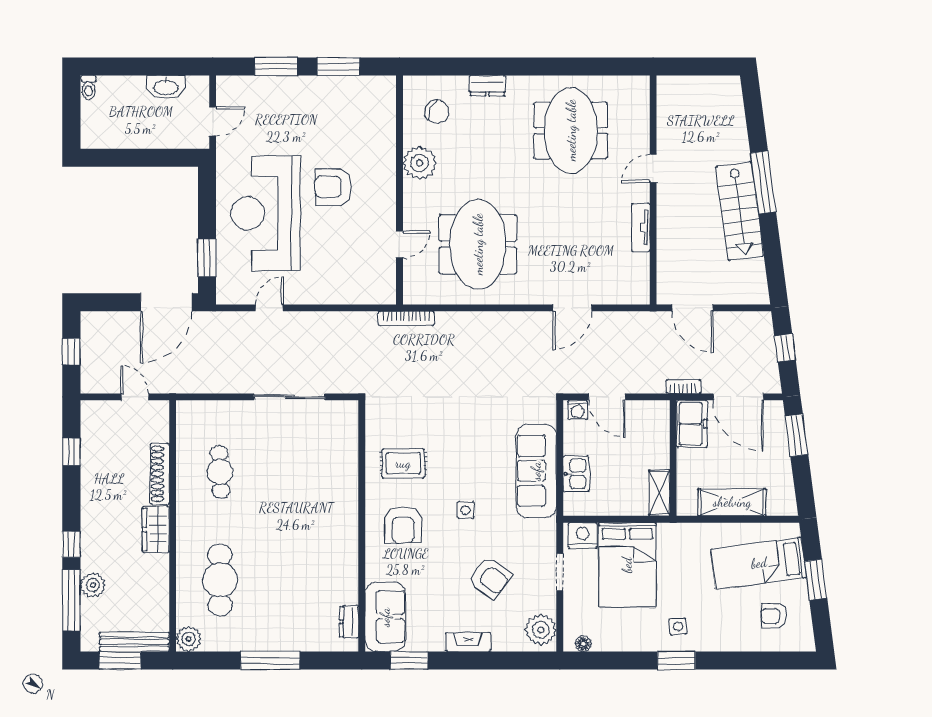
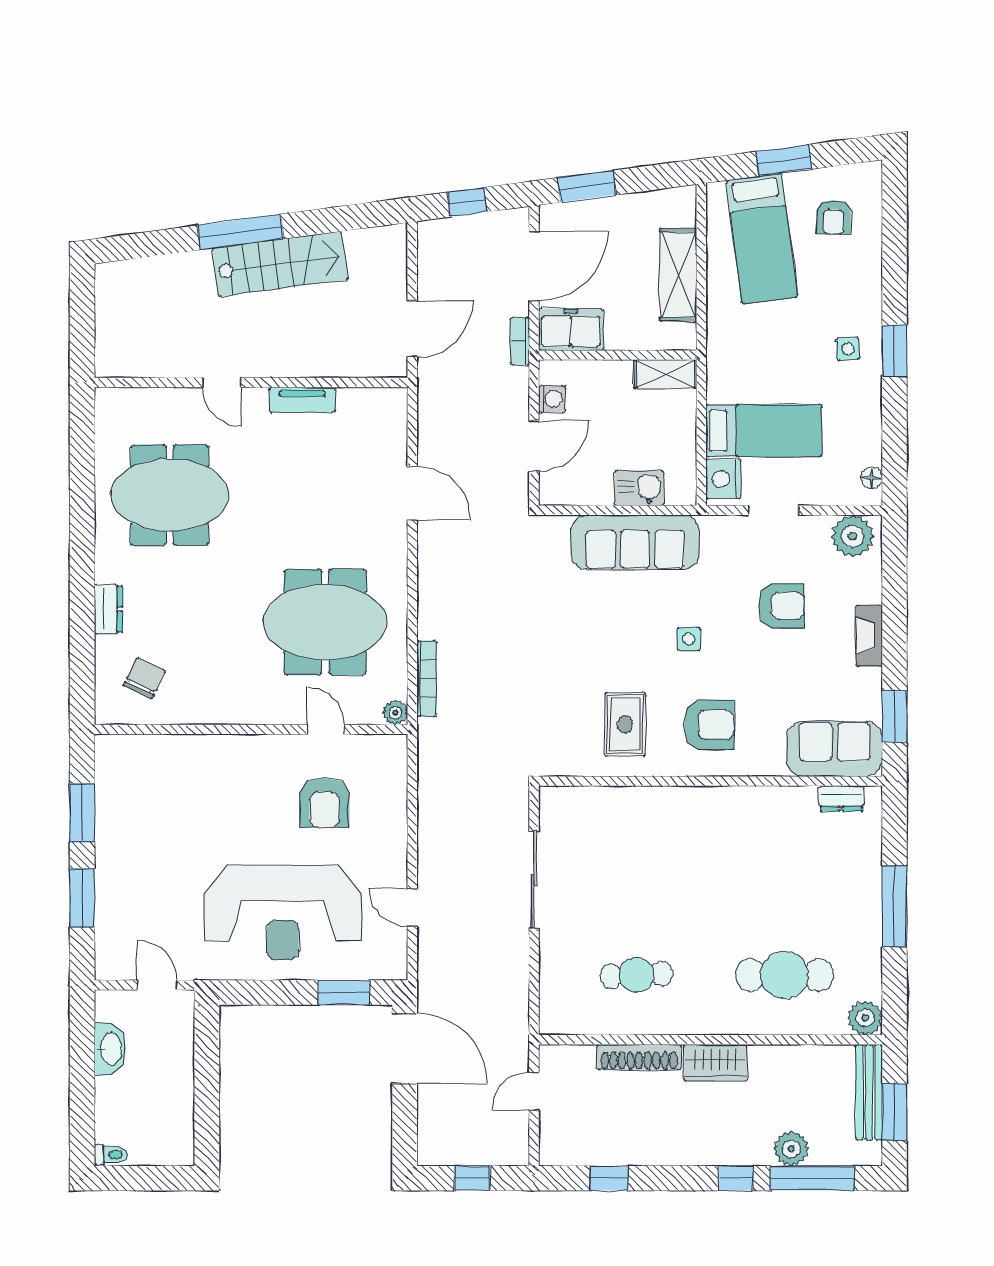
plant: (420, 163) -> (395, 713), moved, width x0.53, depth x0.53
armchair: (333, 187) -> (325, 803), moved
bookcase: (406, 318) -> (427, 679), moved
washing machine: (578, 410) -> (552, 399), moved
bed: (627, 565) -> (764, 431), width x0.67
armchair: (490, 578) -> (781, 606), turned 54

